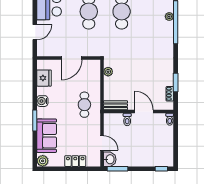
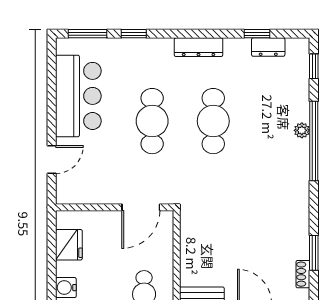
door: (72, 58) -> (141, 207), moved
plant: (108, 72) -> (188, 233), removed

